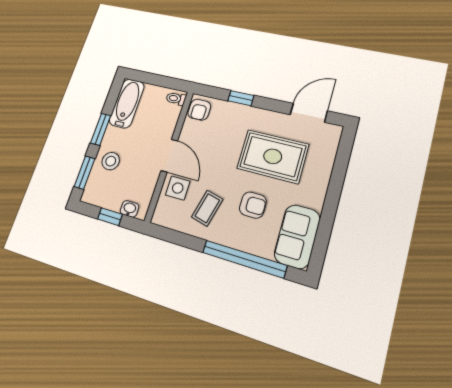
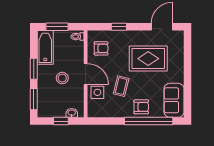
window: (153, 79) -> (57, 27), added
armchair: (199, 110) -> (101, 48), moved, turned -90
stool: (111, 161) -> (62, 78), moved
armchair: (253, 205) -> (141, 107), moved
coffee table: (207, 208) -> (121, 86), moved

